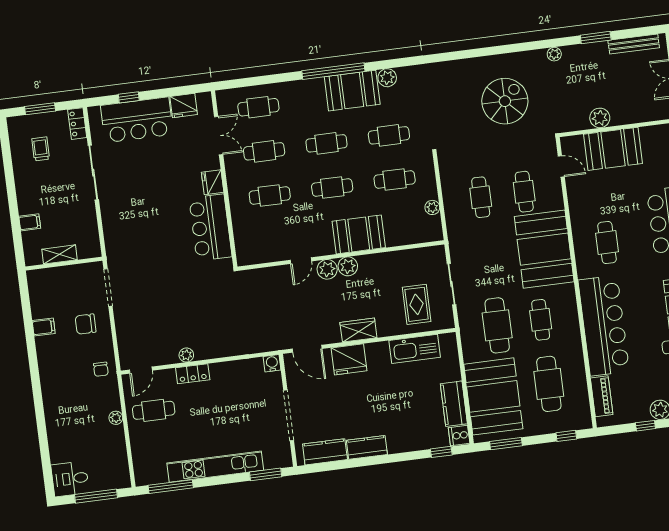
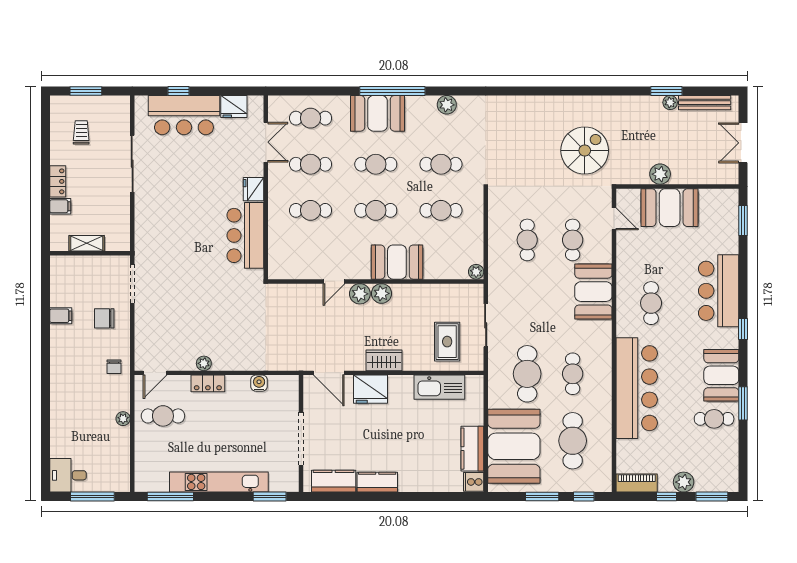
plant: (554, 54) -> (670, 102), moved
booth: (352, 91) -> (378, 113), moved
spiral stairs: (505, 101) -> (585, 151), moved
locker: (77, 124) -> (58, 181), moved, turned 180
plant: (432, 207) -> (476, 272), moved
booth: (544, 249) -> (593, 292), width x0.73, depth x0.70
water cooler: (272, 363) -> (259, 383), moved
piano: (602, 396) -> (637, 483), moved, turned -90
window: (506, 444) -> (542, 497), moved
window: (441, 452) -> (453, 497), removed

